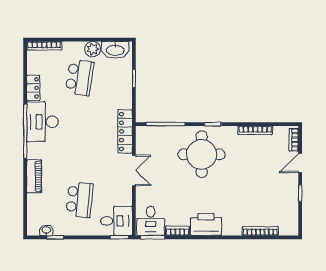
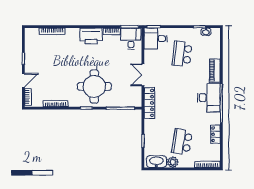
desk: (43, 122) -> (209, 98), moved

